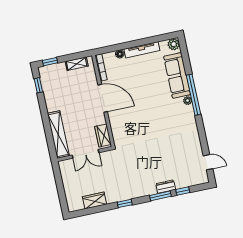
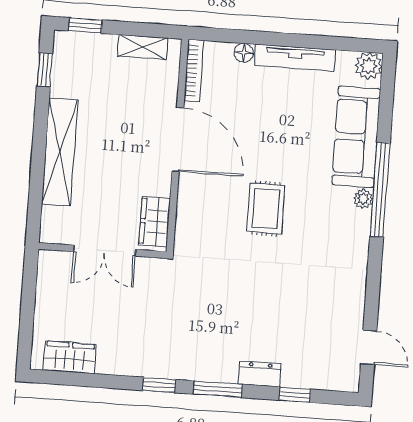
rug: (148, 117) -> (266, 209), added
shelving: (58, 135) -> (60, 152), moved
window: (160, 196) -> (218, 389), moved
wardrobe: (94, 201) -> (70, 357), moved

